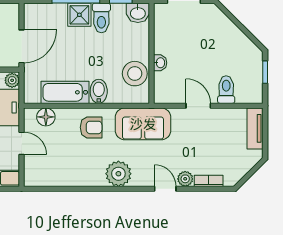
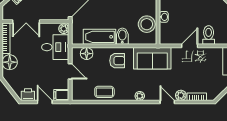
door: (198, 106) -> (190, 46), hinge flipped
coffee table: (72, 174) -> (104, 92), added
plant: (118, 174) -> (140, 96), width x0.53, depth x0.53

